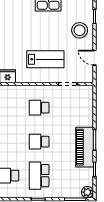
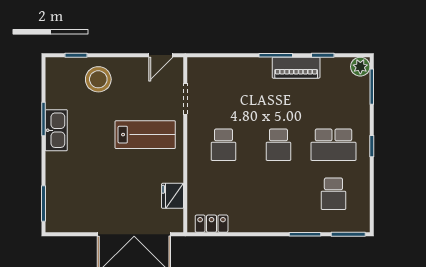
door: (94, 58) -> (161, 55), moved
lab bench: (45, 59) -> (145, 135), turned 90
piano: (85, 147) -> (296, 68), width x0.73, depth x0.75

